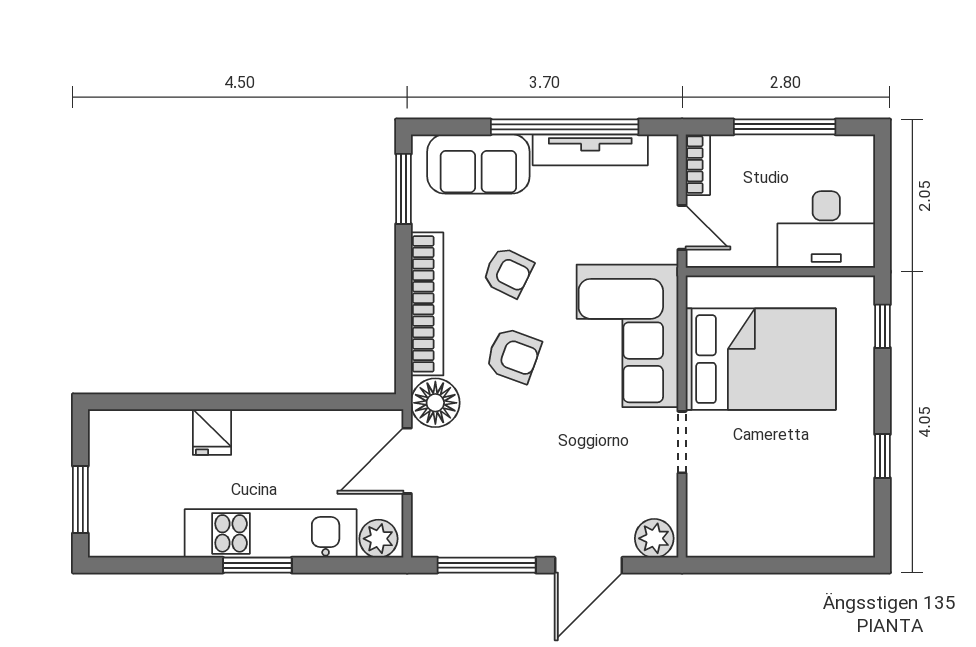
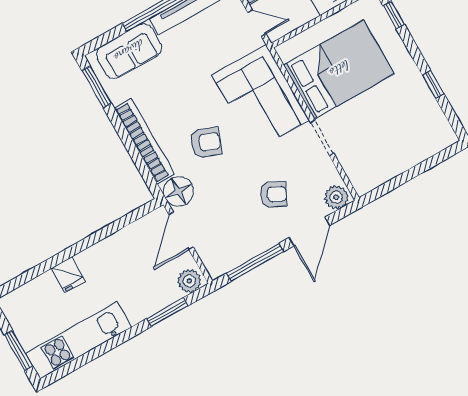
armchair: (508, 272) -> (273, 194), moved
kitchen unit: (271, 533) -> (79, 340), moved
window: (257, 565) -> (167, 312), moved

